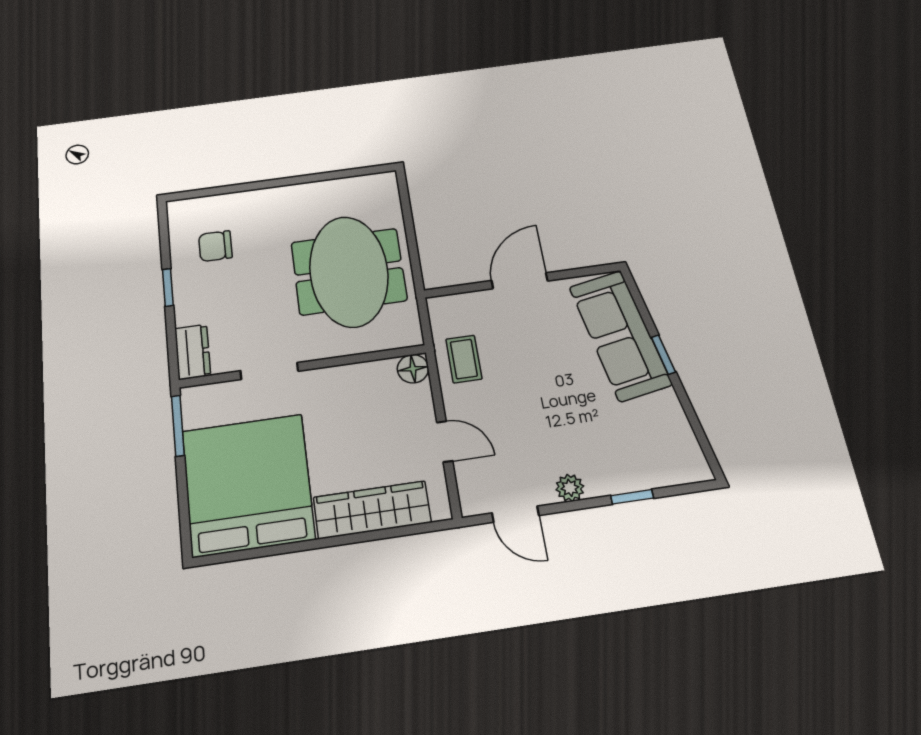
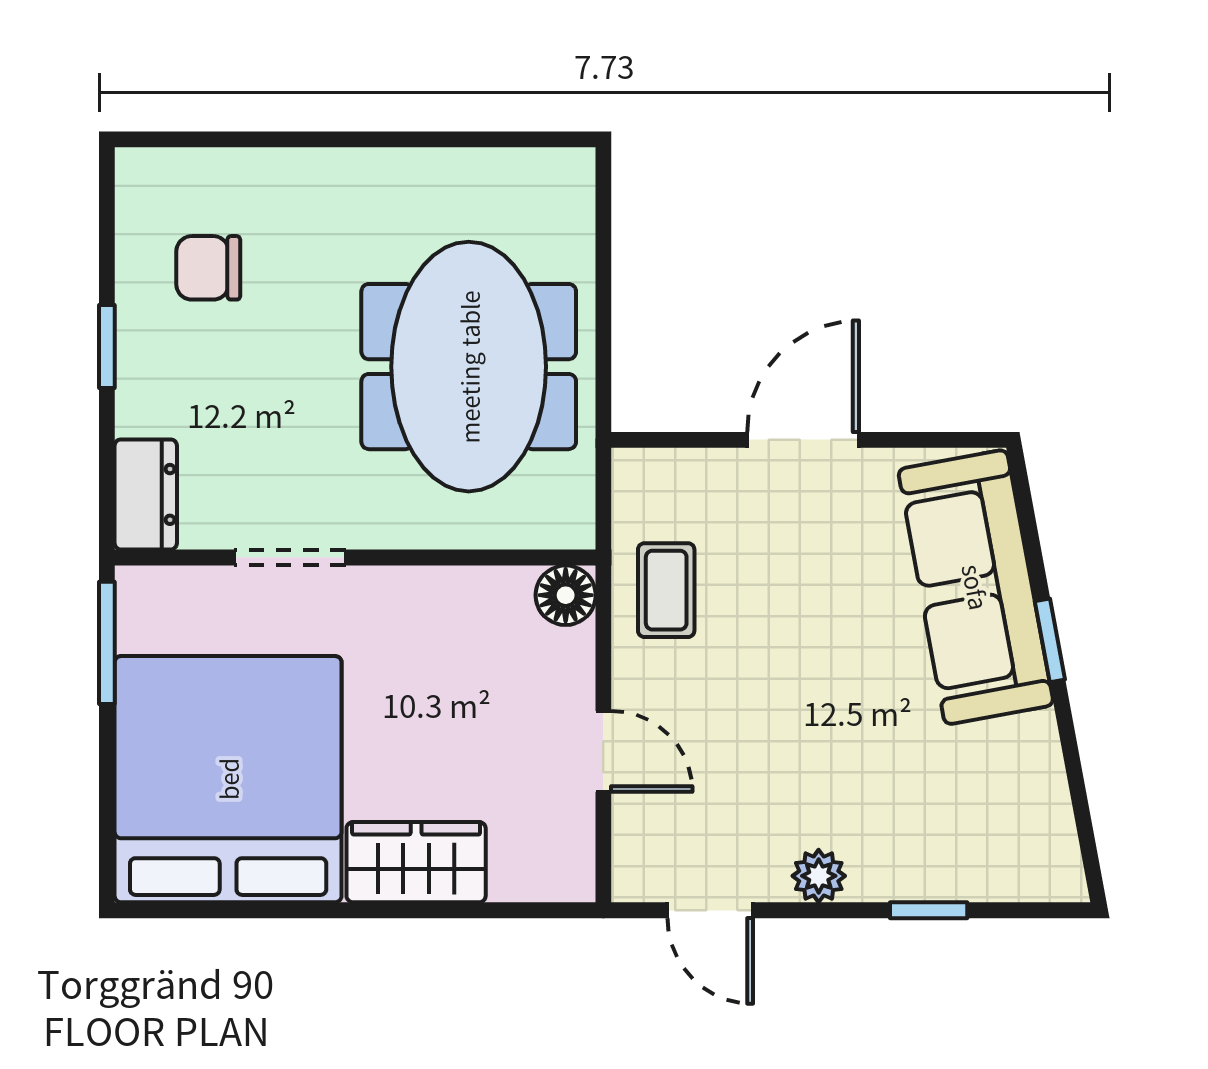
wardrobe: (372, 510) -> (416, 862), width x0.67

